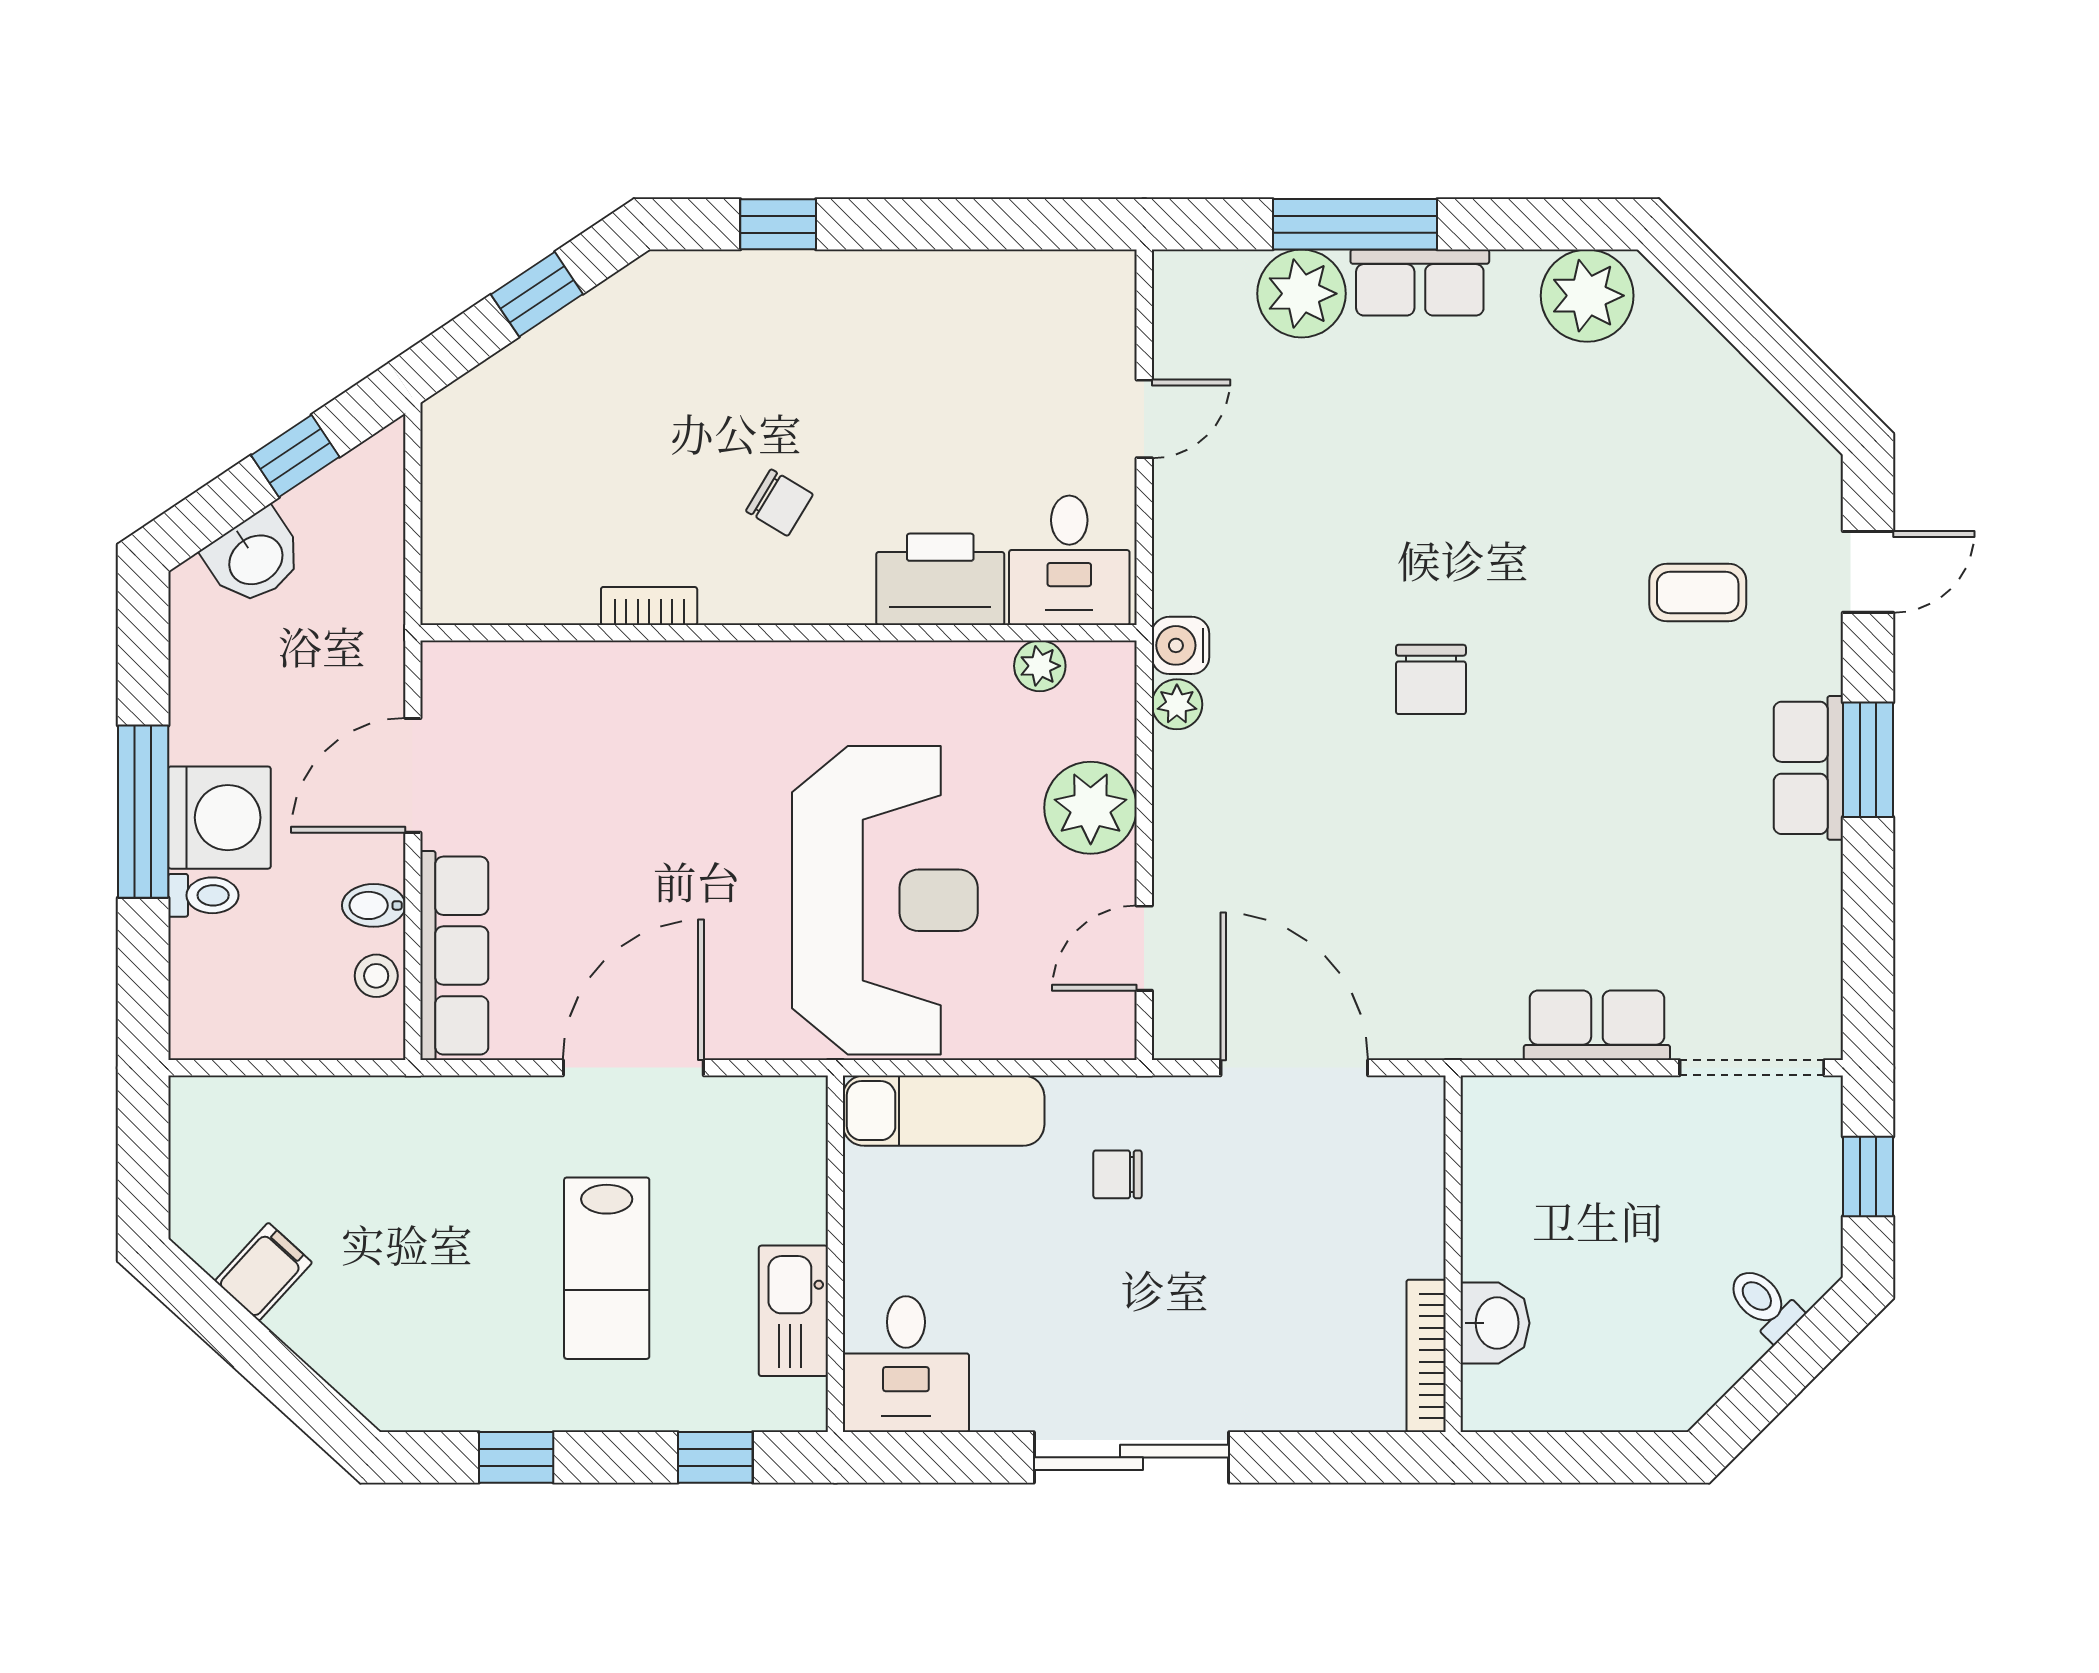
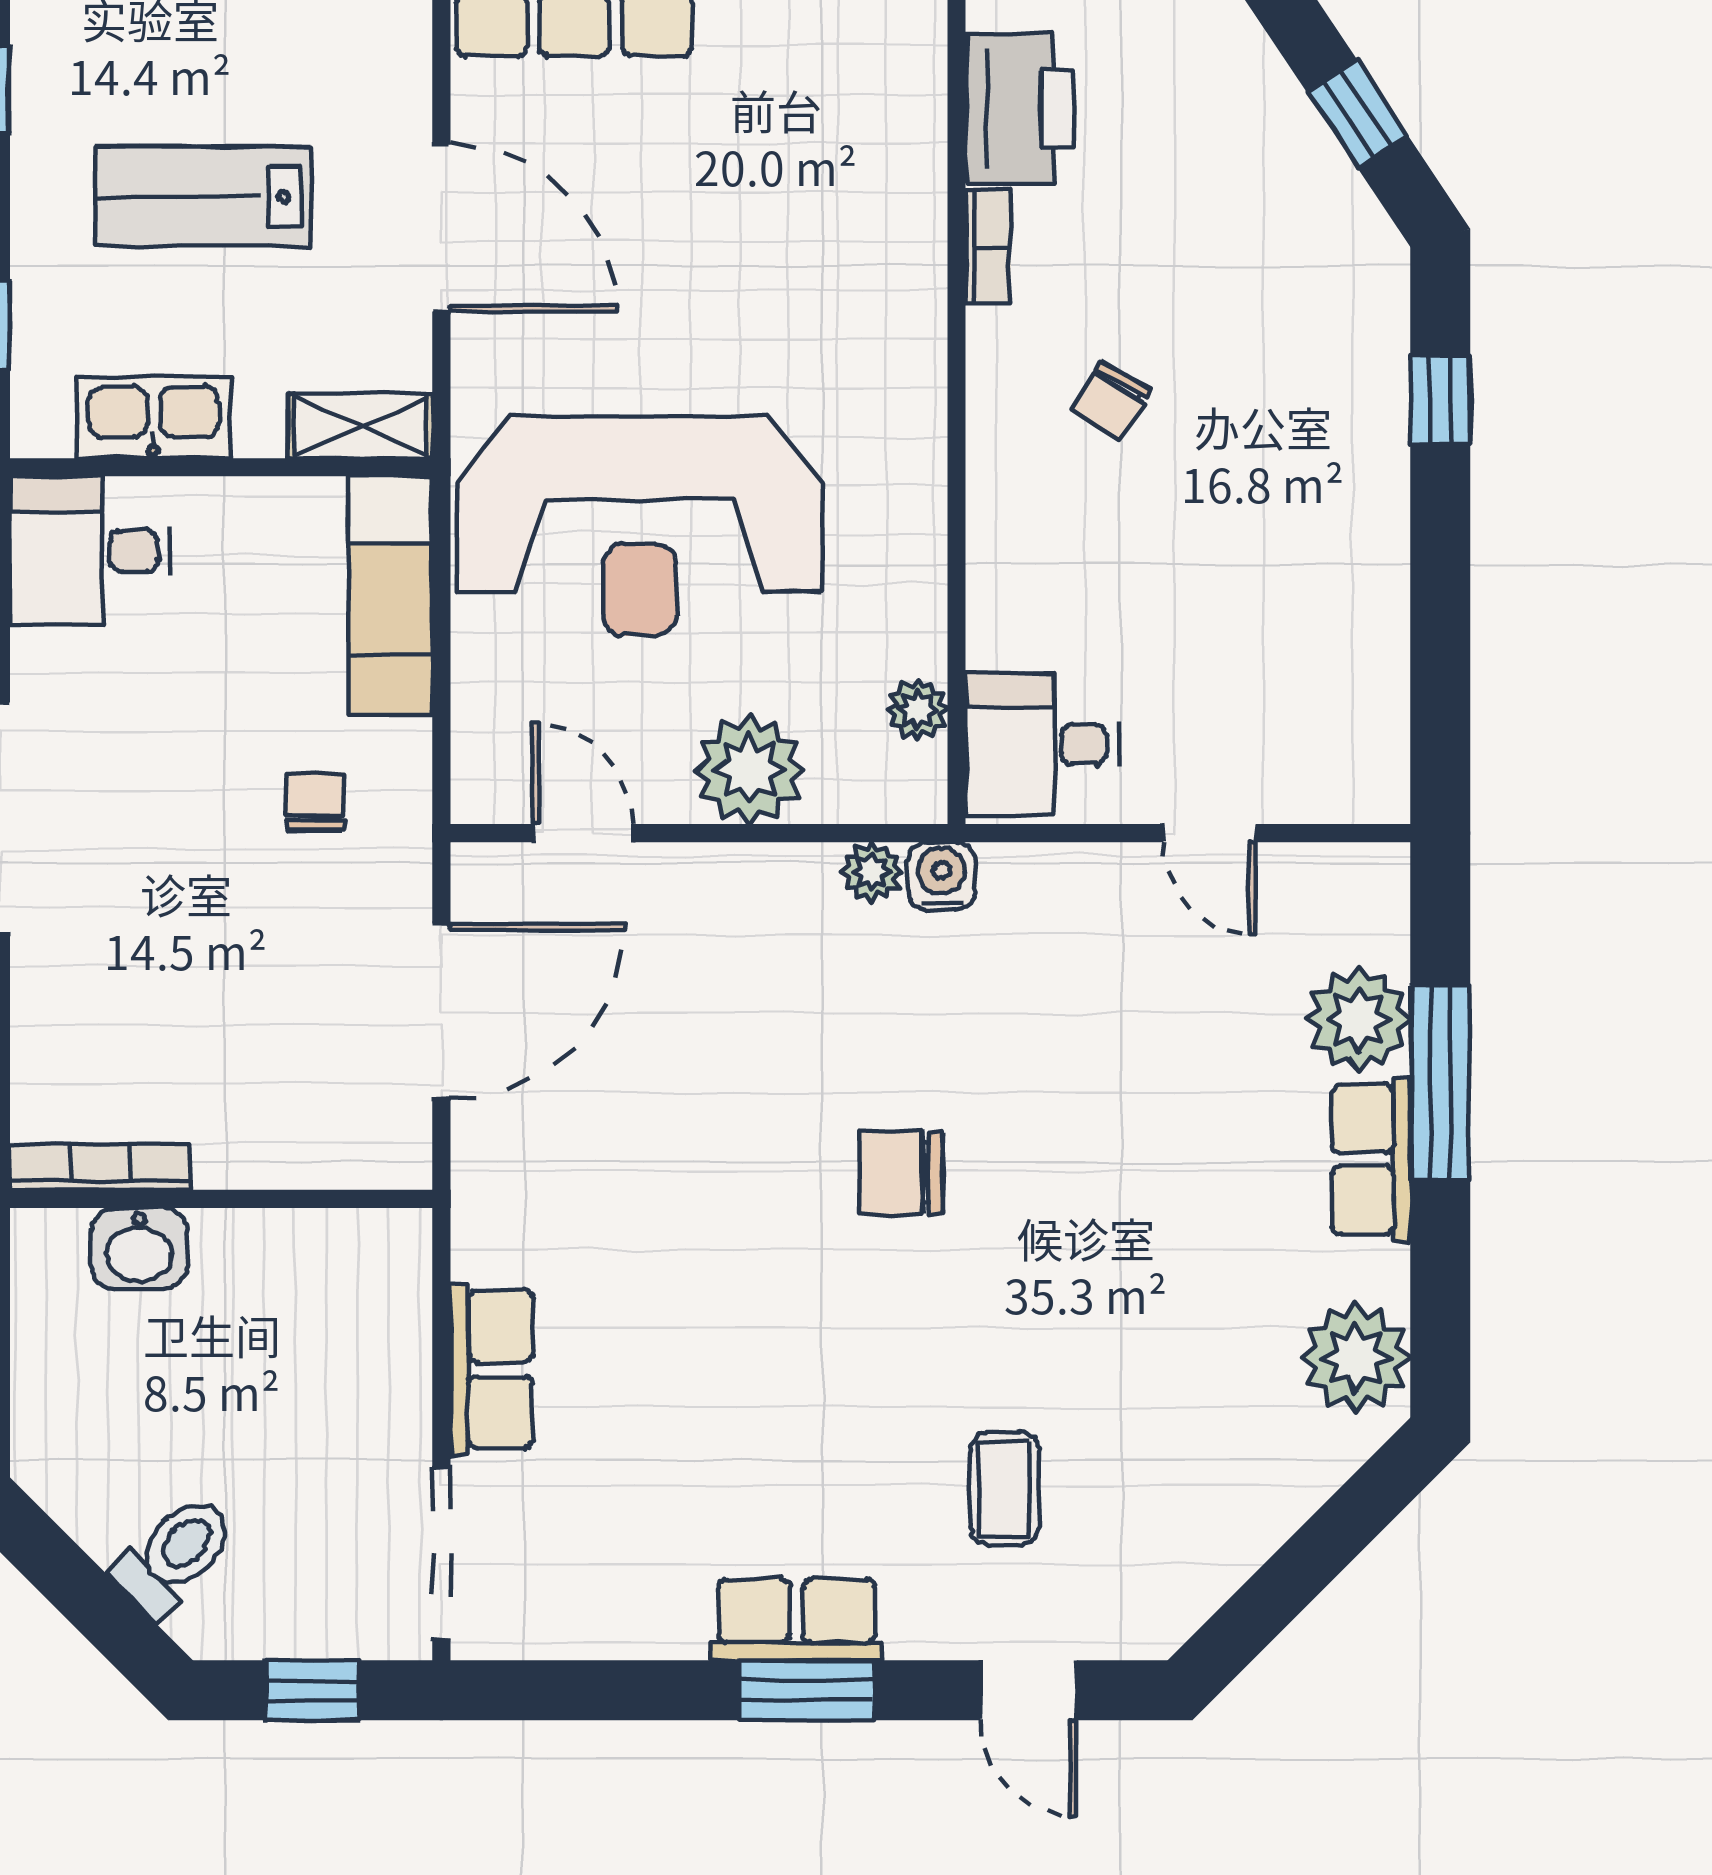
printer: (940, 579) -> (1020, 108), moved
shelving: (800, 1136) -> (360, 426), added
toilet: (1764, 1303) -> (174, 1555), width x1.37, depth x1.39

